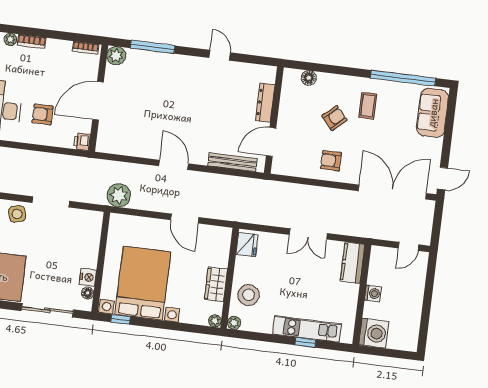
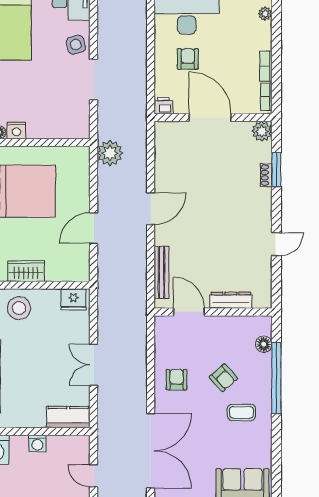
bookcase: (32, 41) -> (266, 66), moved
window: (152, 47) -> (276, 170), width x0.69
shoe rack: (156, 57) -> (266, 175), added
window: (403, 78) -> (276, 378), moved

